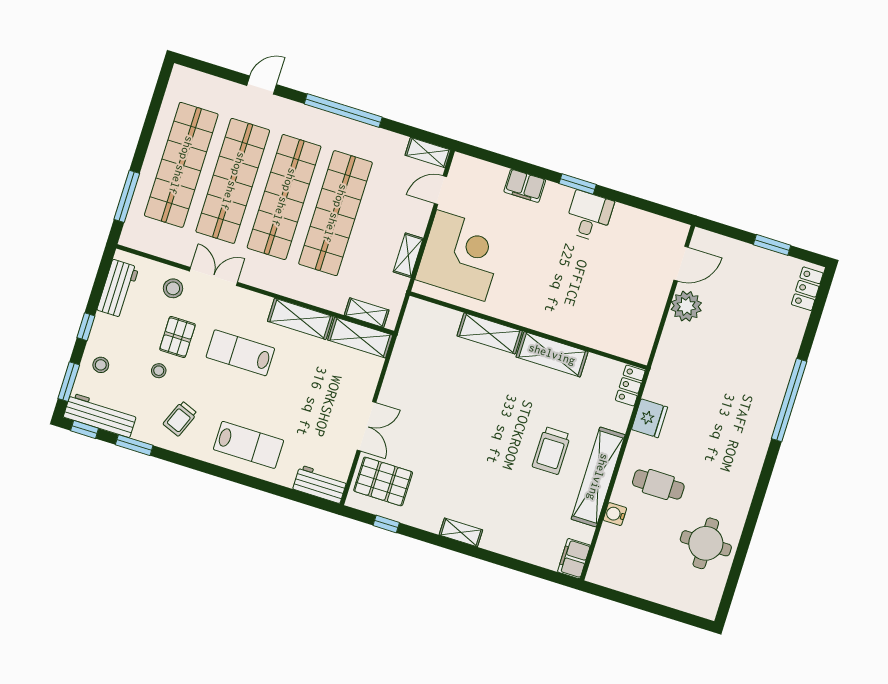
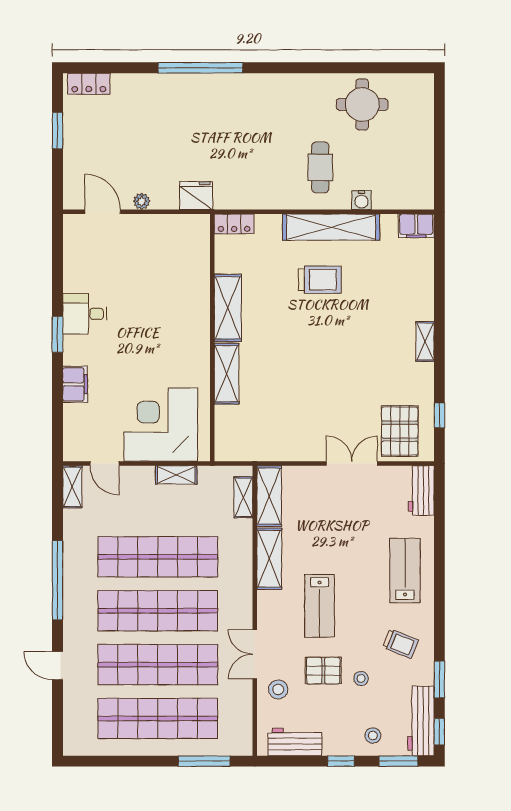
plant: (686, 306) -> (142, 201), width x0.53, depth x0.53
fridge: (650, 418) -> (196, 196), moved

